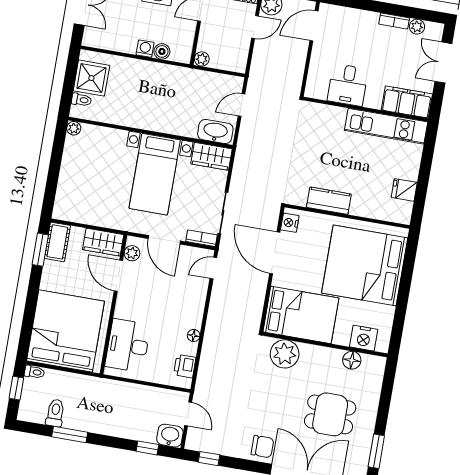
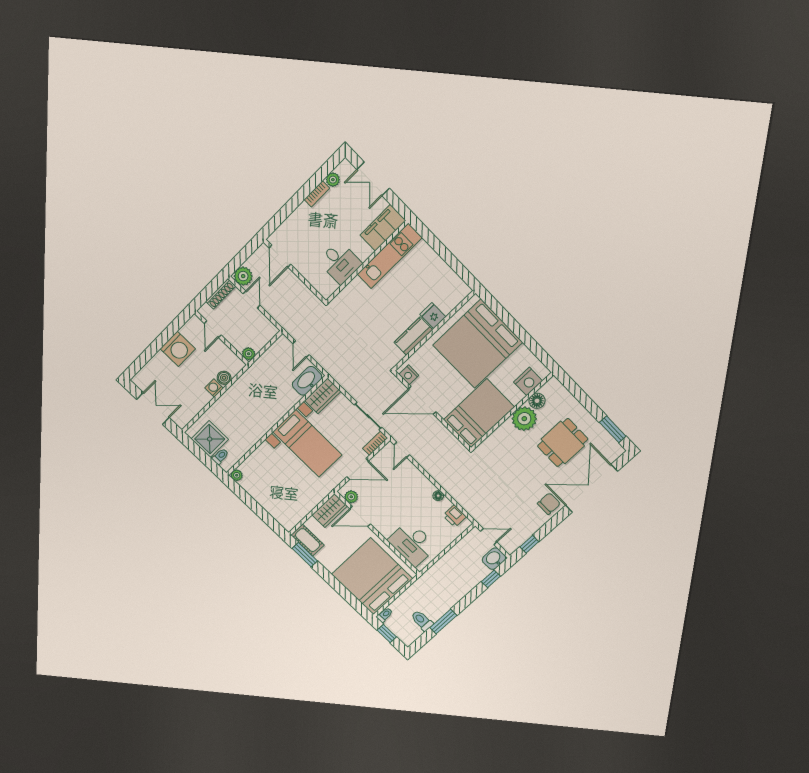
fridge: (404, 190) -> (433, 316), moved, turned 90
plant: (285, 354) -> (524, 419), moved

